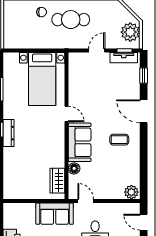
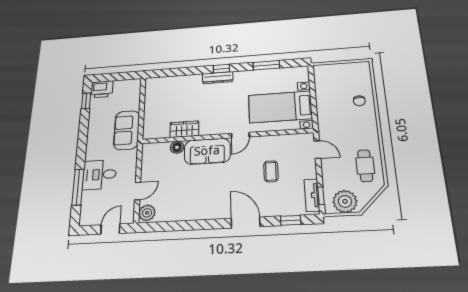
cafe table: (71, 20) -> (365, 166), moved, width x0.73, depth x0.74
door: (97, 50) -> (317, 150), moved
door: (144, 111) -> (246, 223), hinge flipped
coffee table: (119, 140) -> (271, 171), moved
wardrobe: (57, 181) -> (184, 129), moved
door: (86, 201) -> (138, 191), moved

